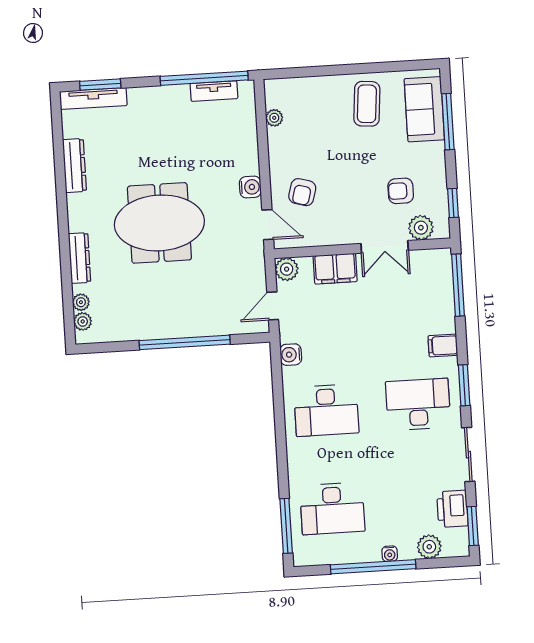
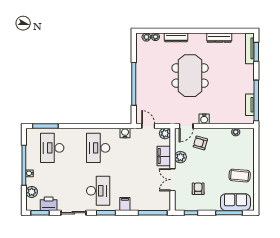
plant: (421, 228) -> (180, 157), moved

